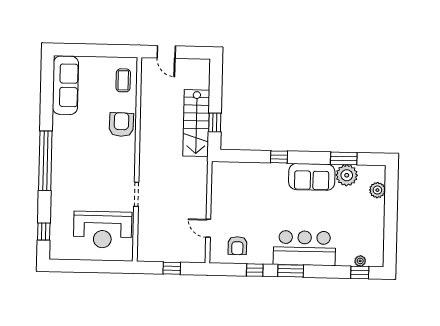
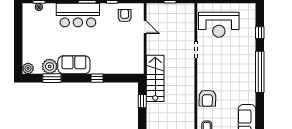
stairs: (196, 123) -> (155, 78), moved
plant: (377, 190) -> (28, 68), moved
reception desk: (103, 230) -> (219, 25), turned 180
window: (44, 231) -> (260, 33), moved

